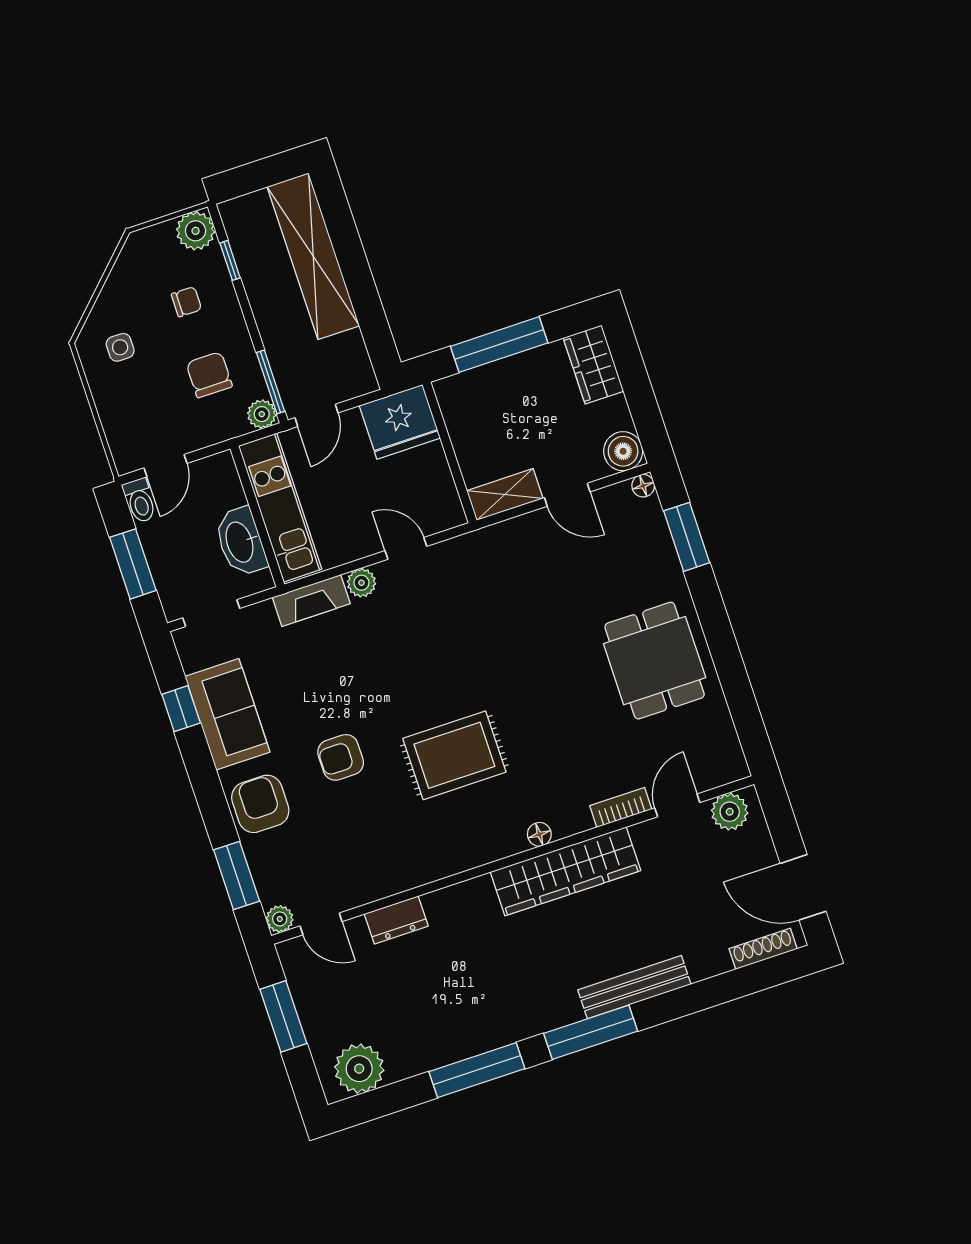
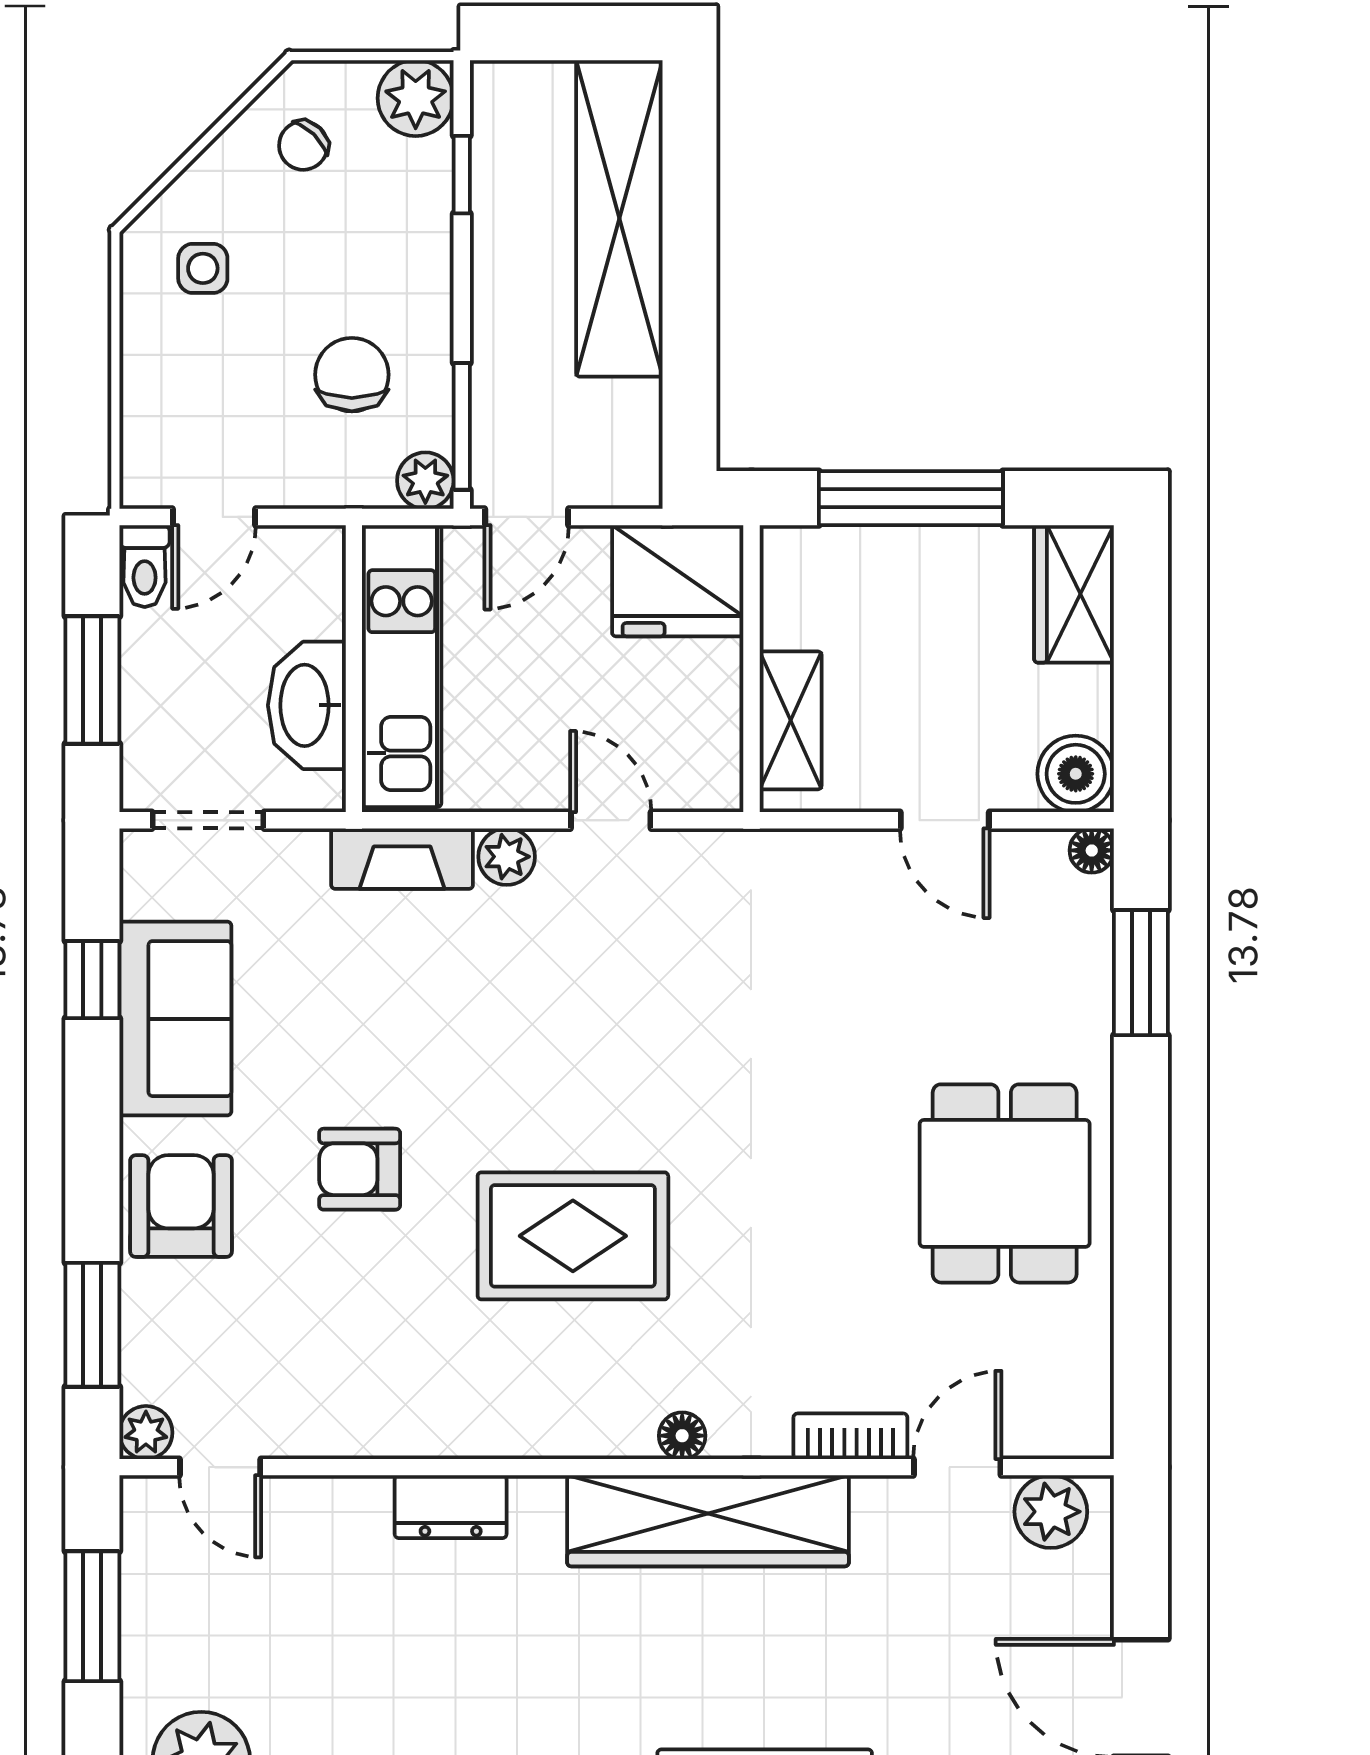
chair: (186, 302) -> (303, 146), moved, turned 134
shelving: (505, 494) -> (791, 720), moved, turned 90
dresser: (396, 920) -> (451, 1507), moved

